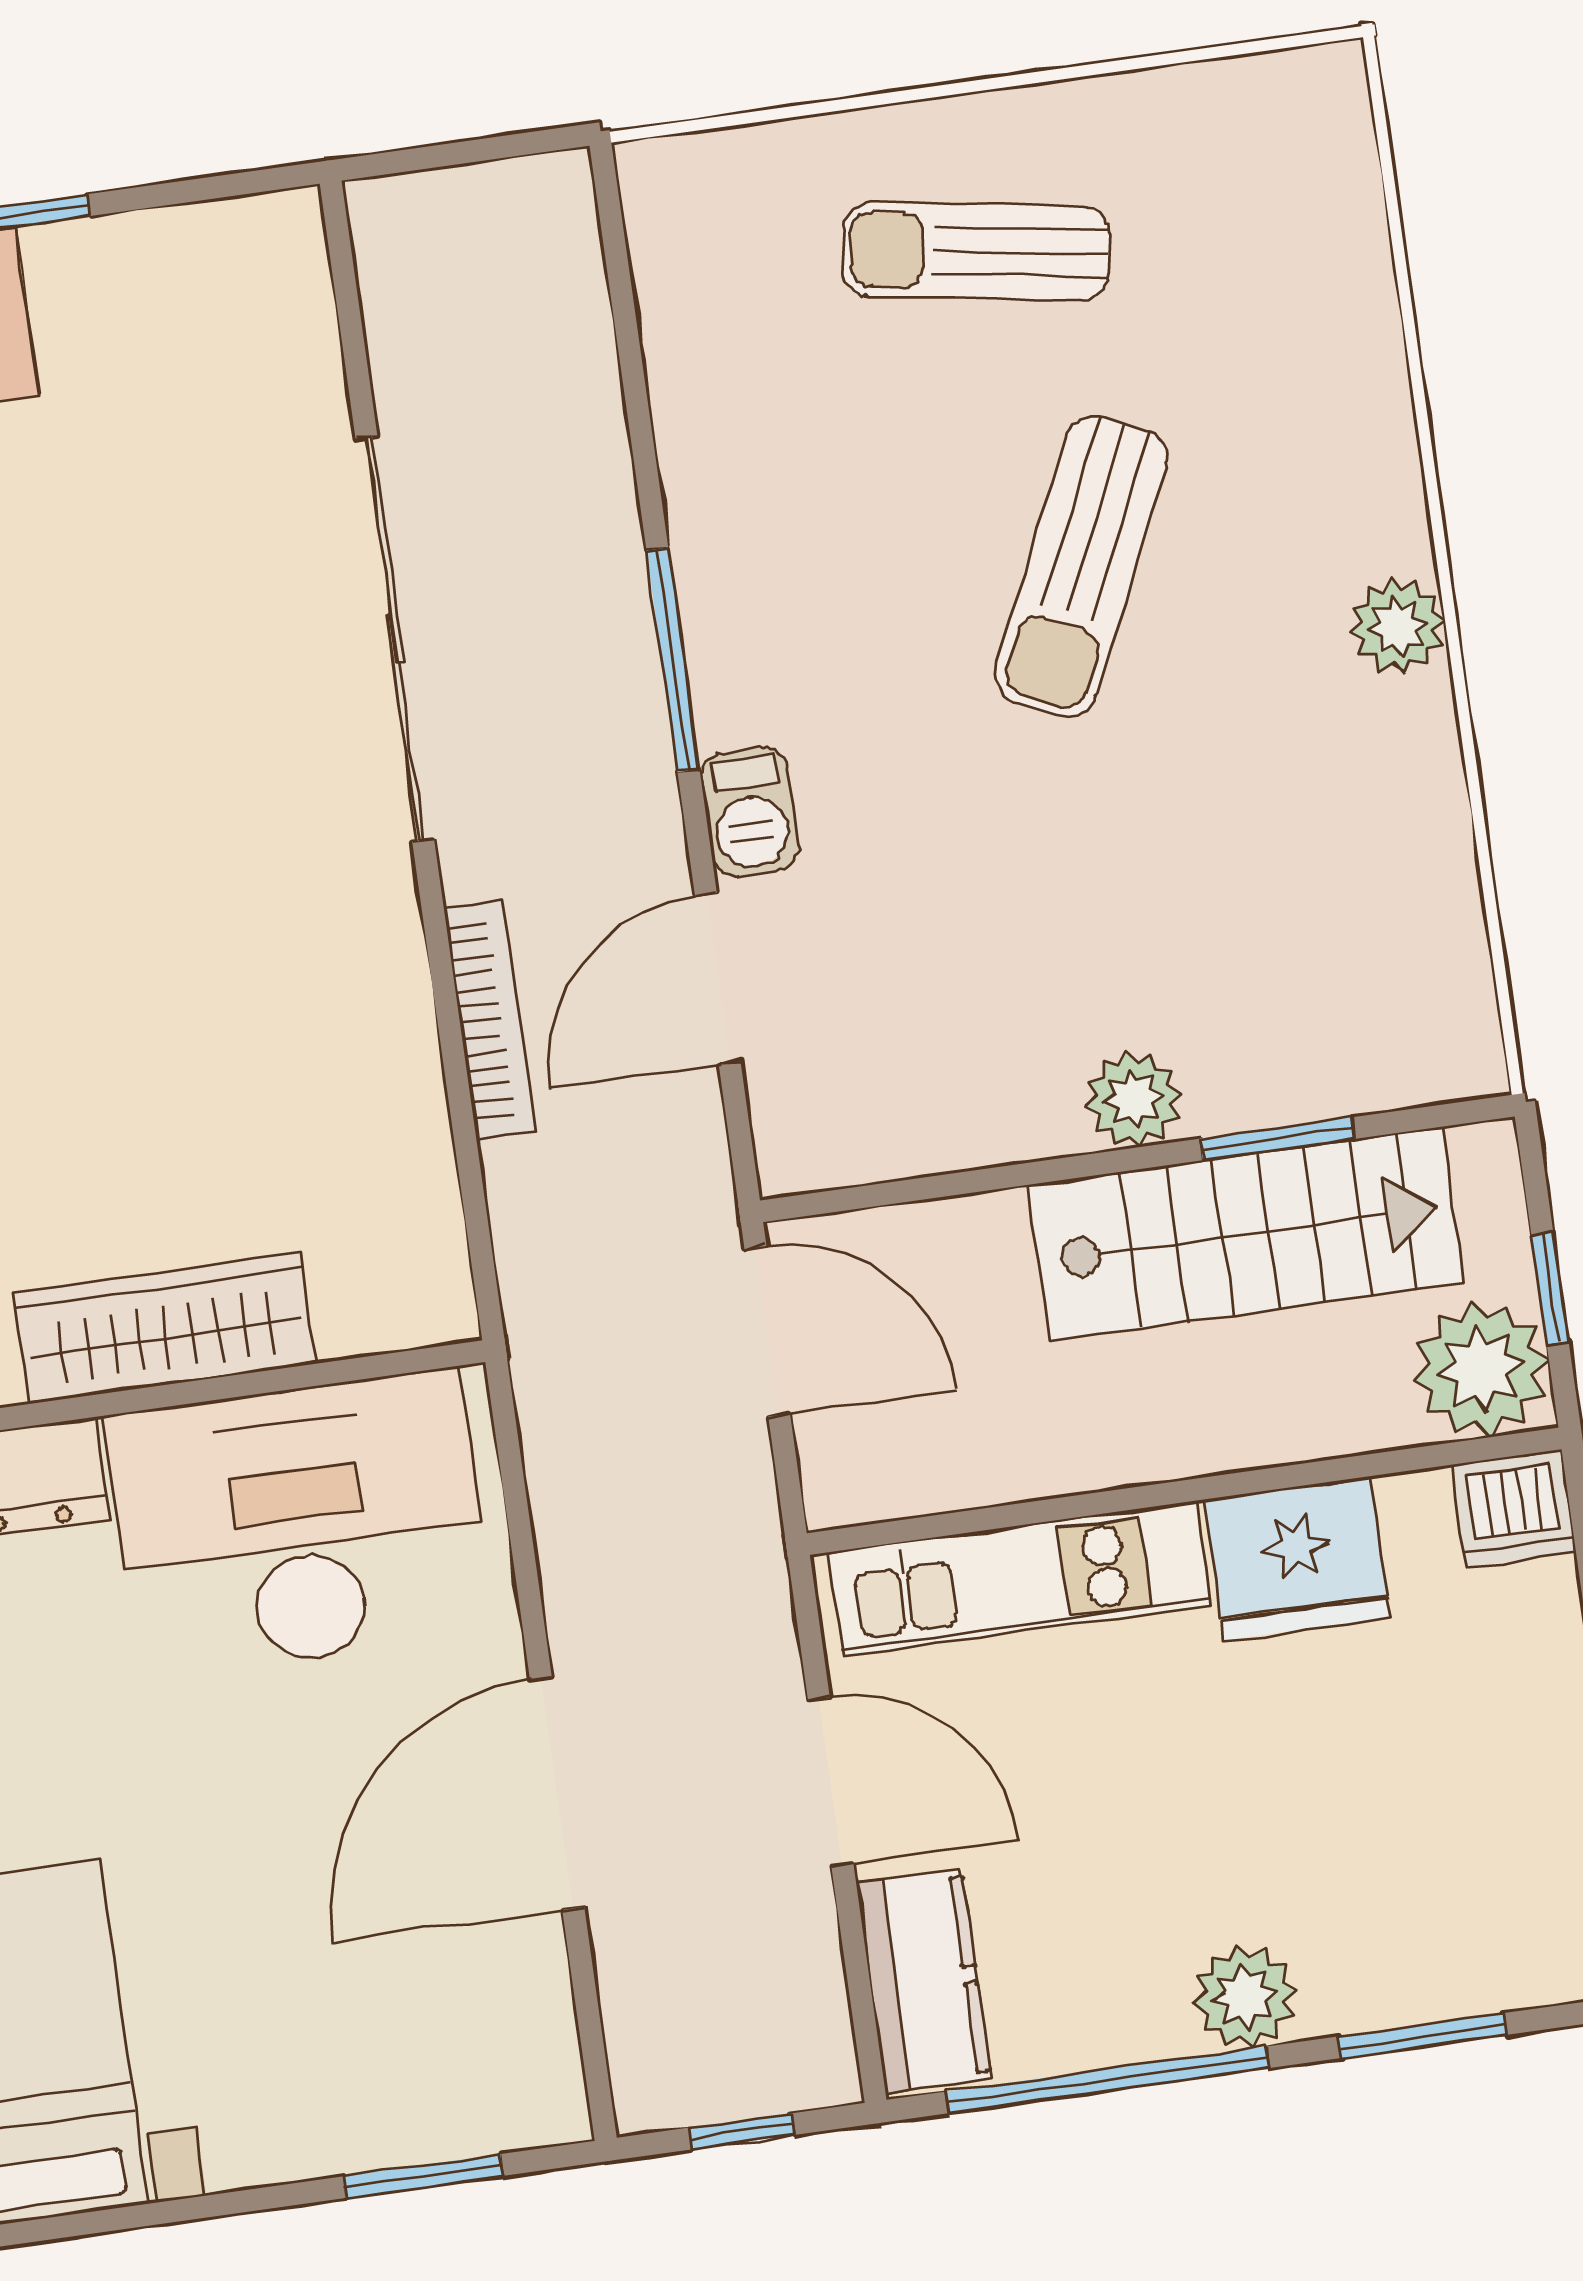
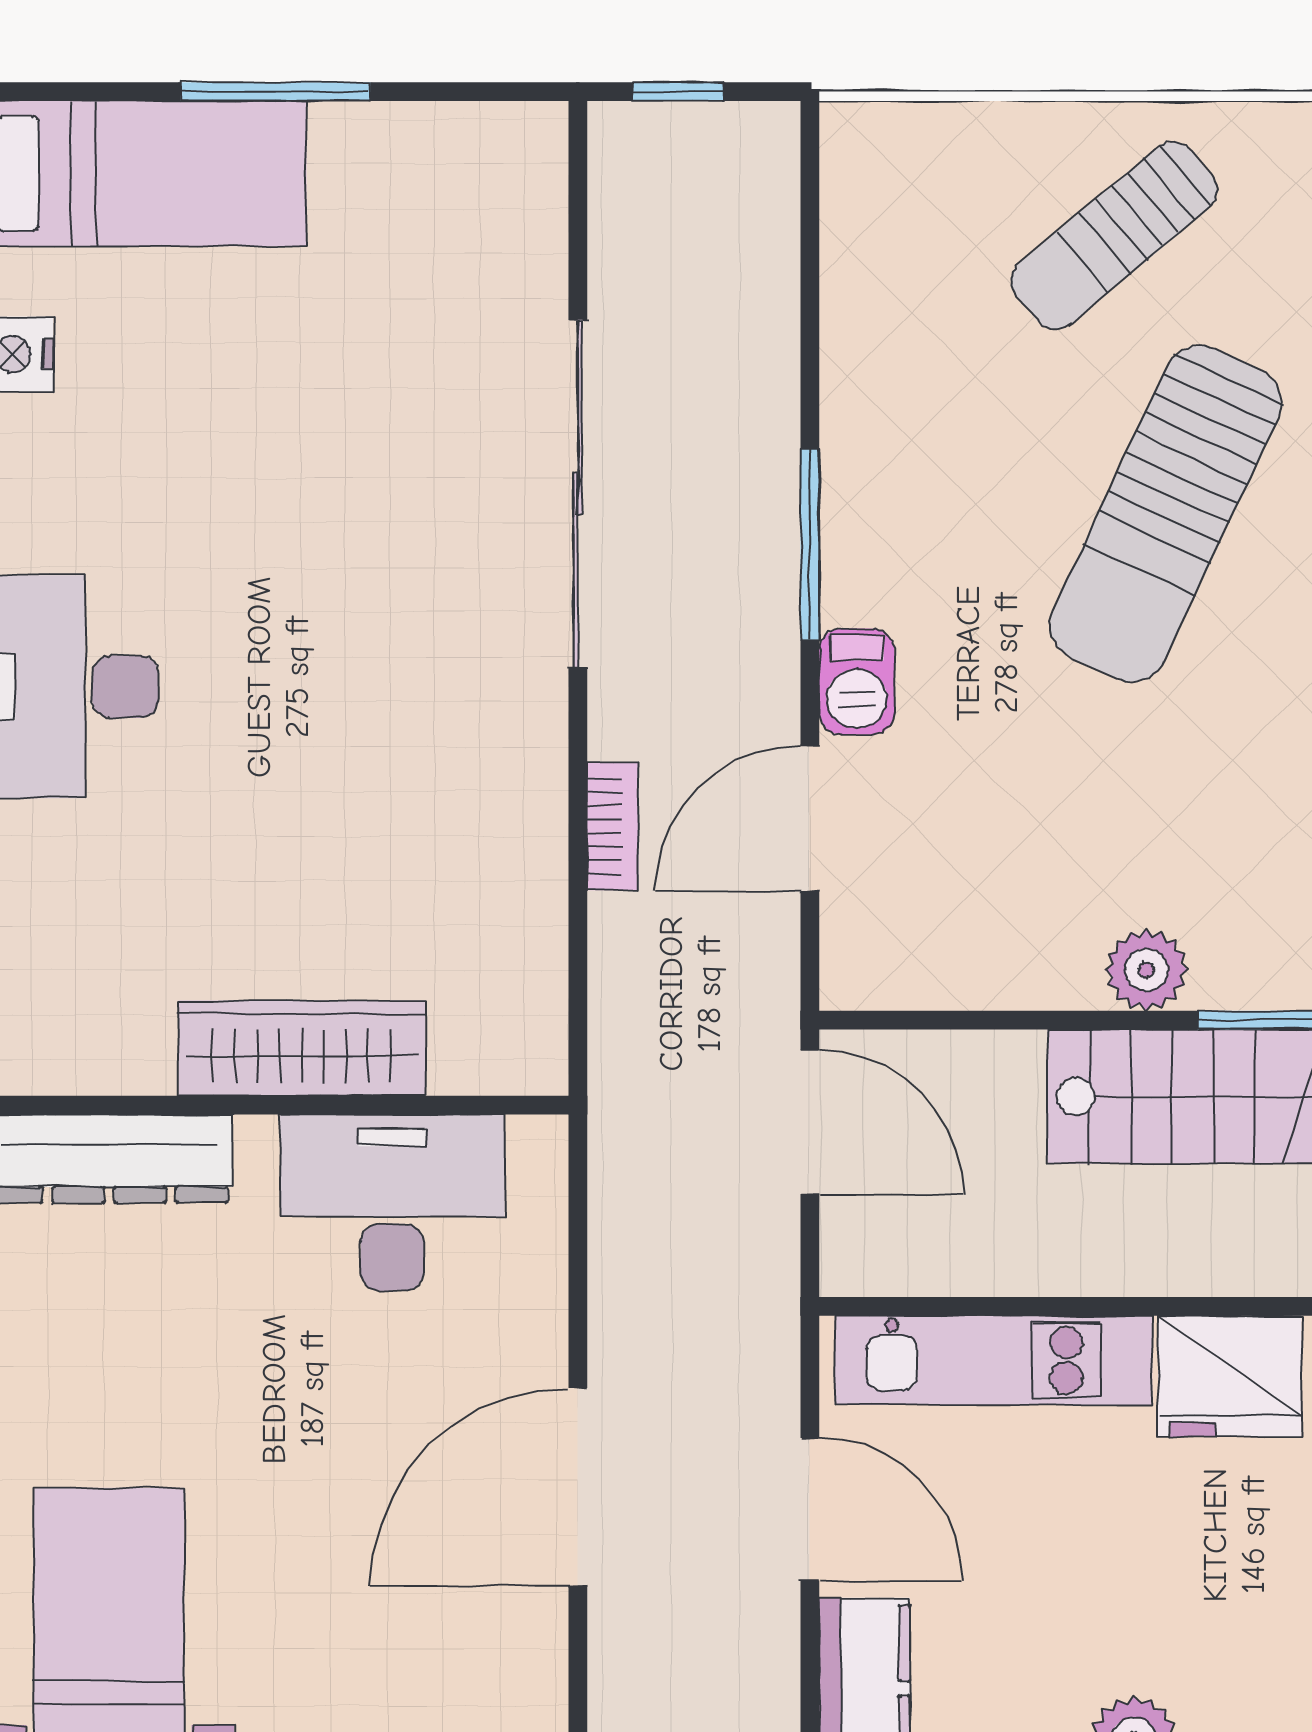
window: (446, 155) -> (678, 92), added
sun lounger: (976, 251) -> (1114, 236), turned -49
sun lounger: (1081, 566) -> (1166, 514), width x1.36, depth x1.34
bookcase: (490, 1020) -> (613, 826), width x0.64
desk: (299, 1524) -> (392, 1203), width x0.73, depth x0.77

